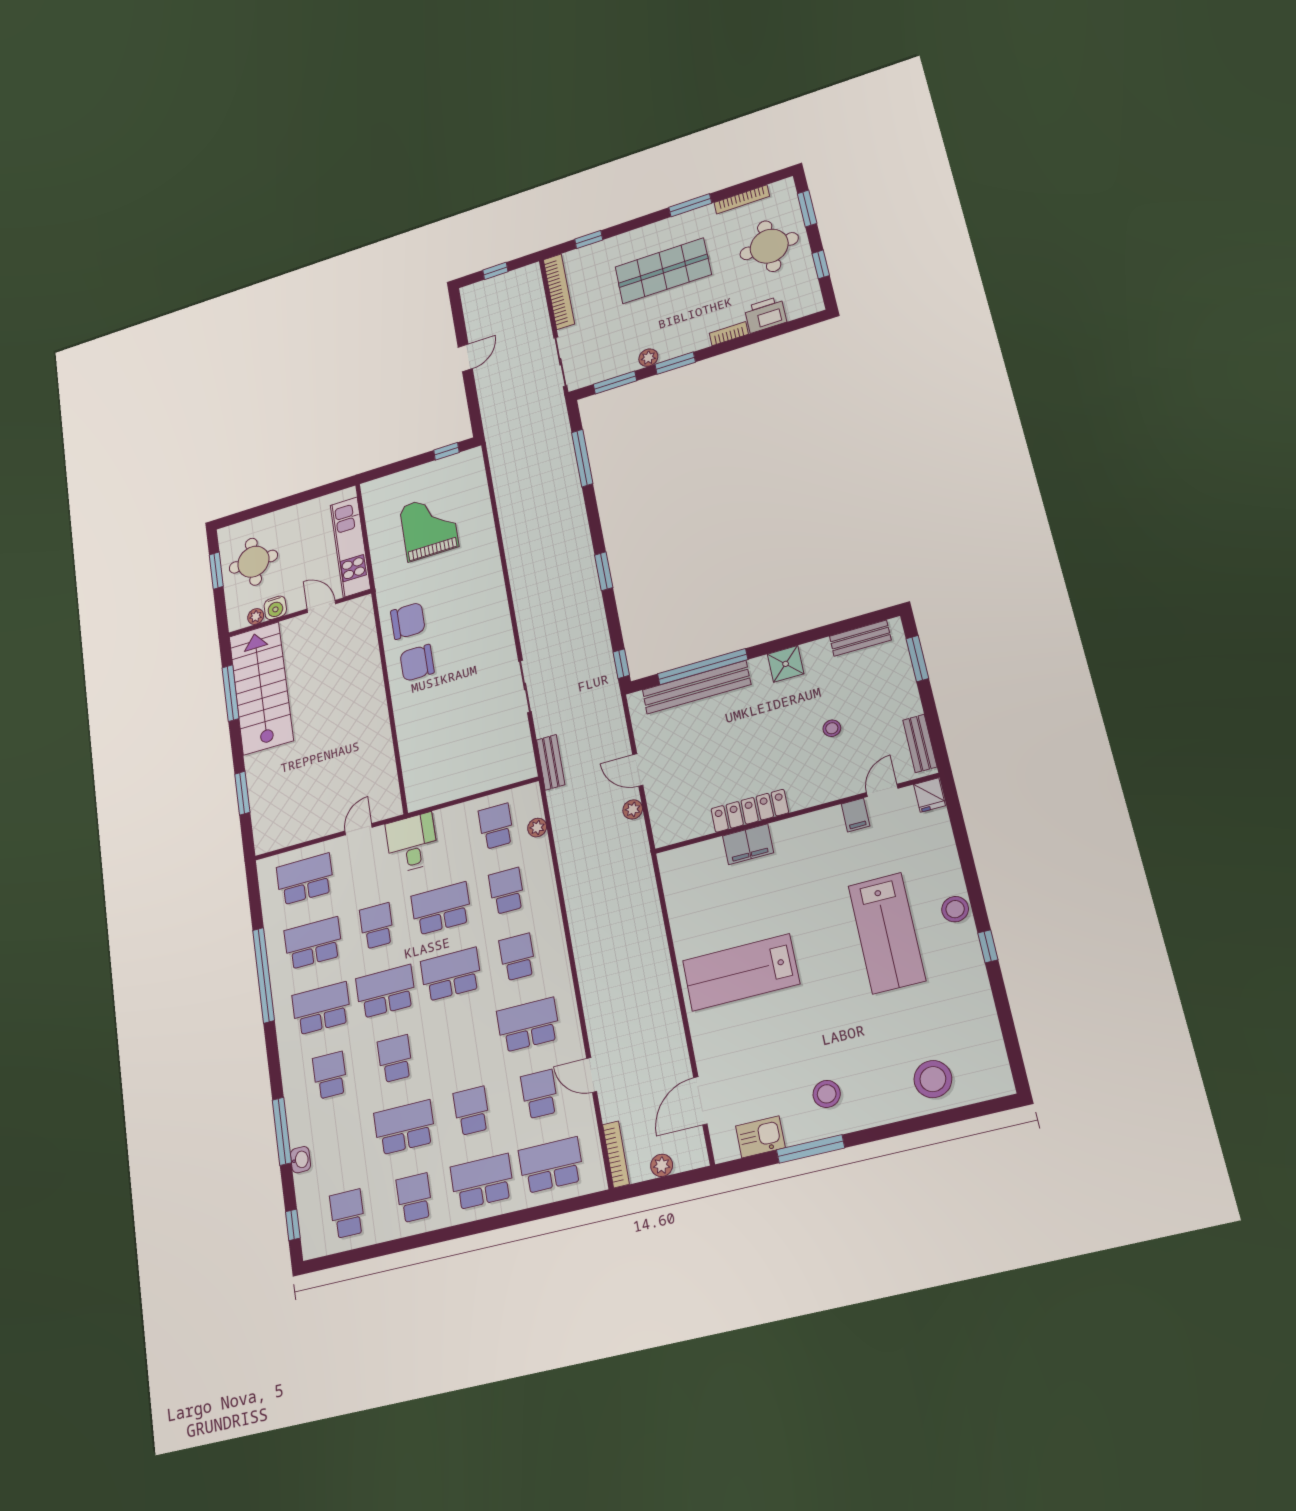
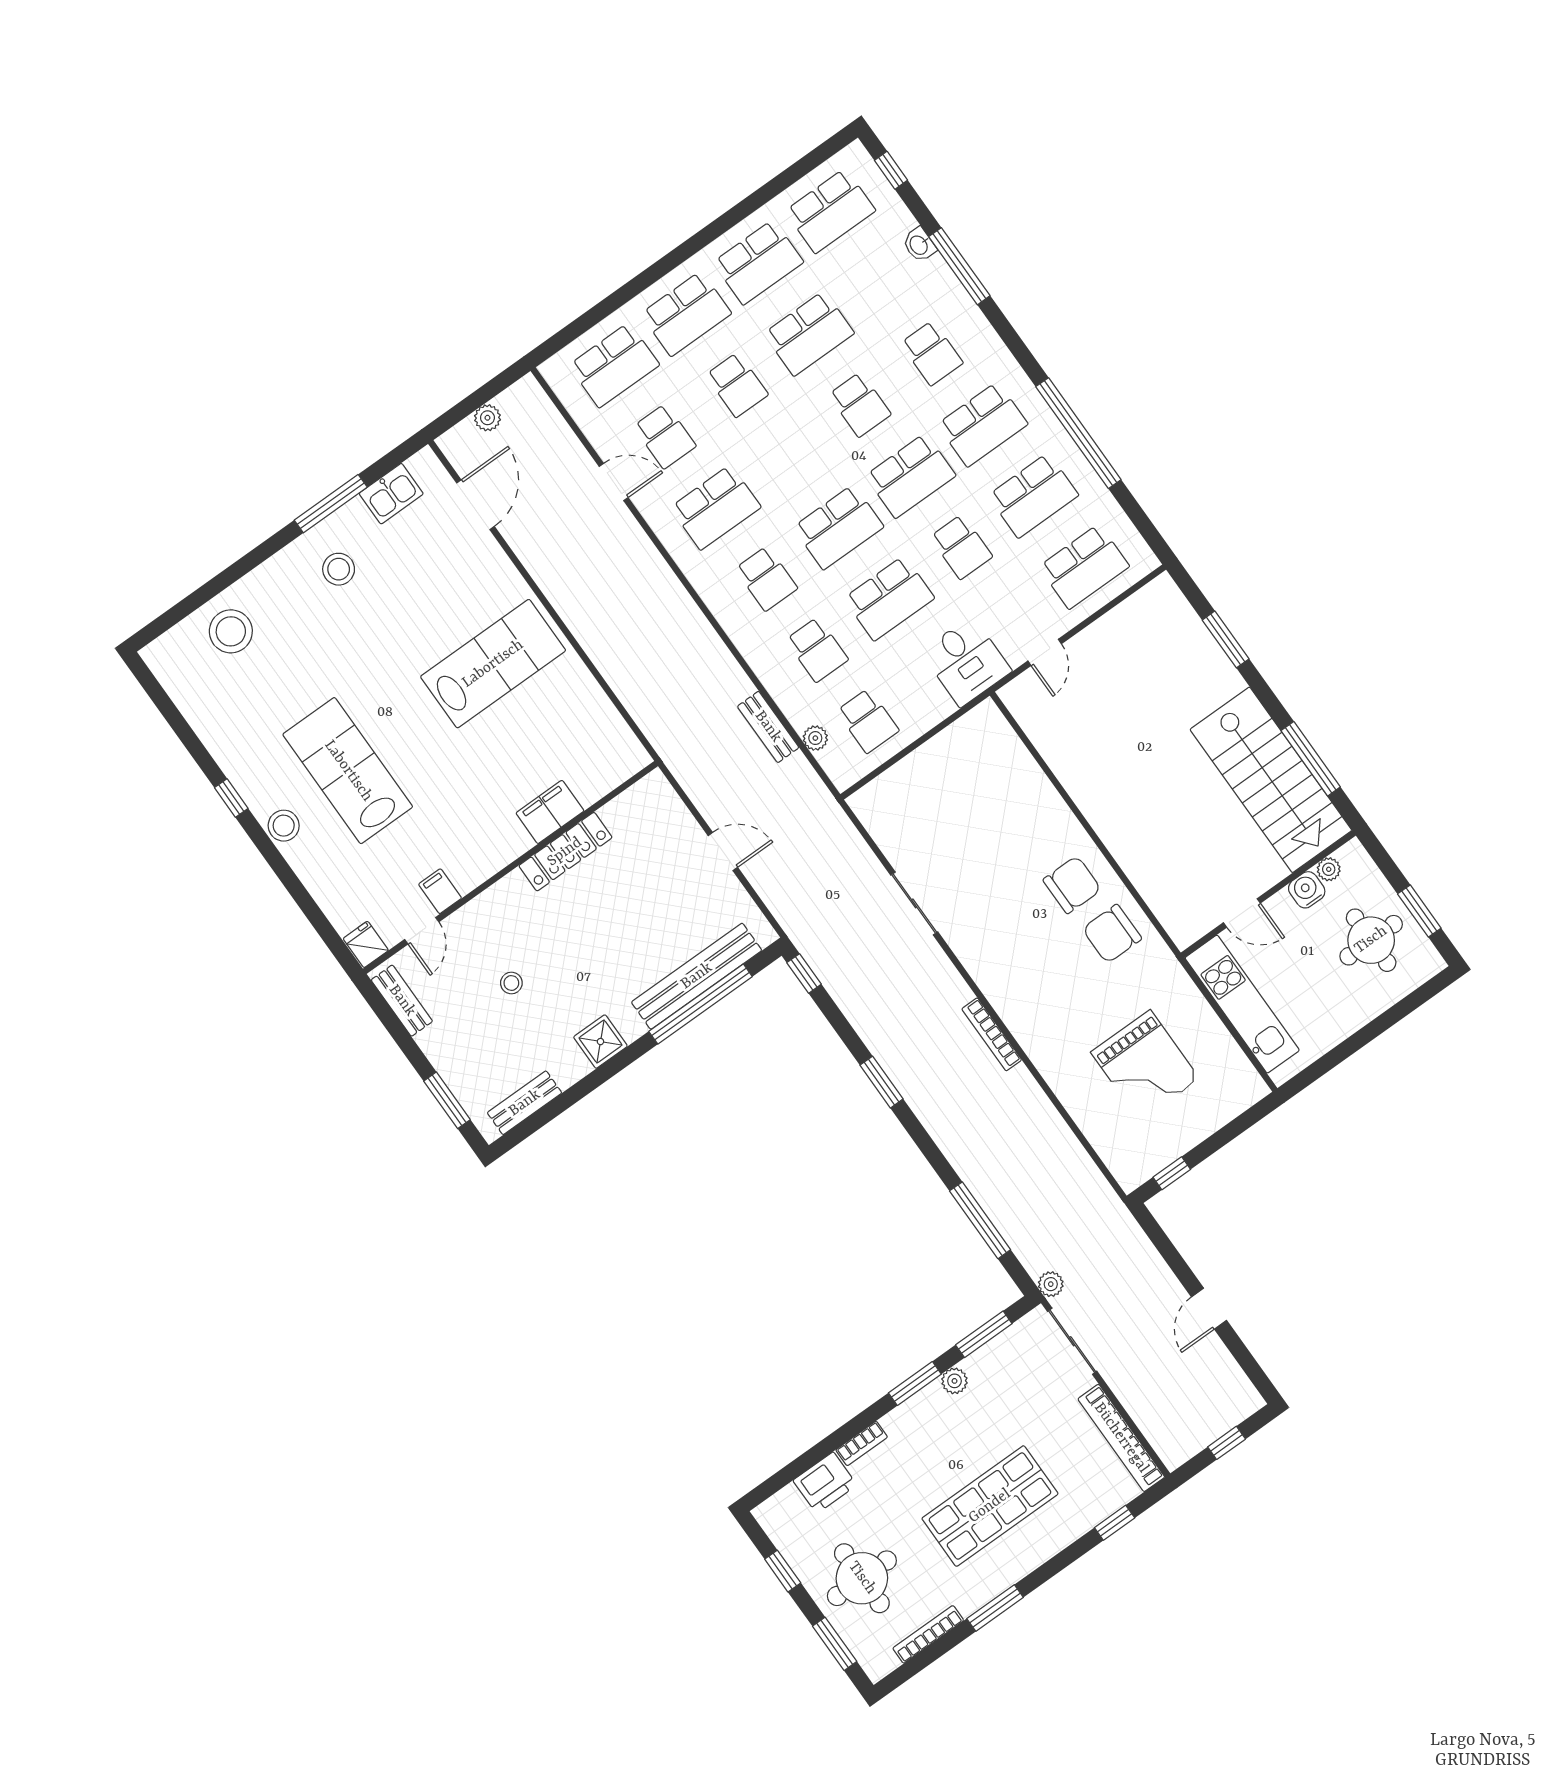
bench: (551, 762) -> (768, 727), moved
plant: (633, 809) -> (1051, 1284), moved
bookcase: (616, 1154) -> (992, 1034), moved
school desk: (414, 1198) -> (758, 262), width x1.85
school desk: (347, 1214) -> (830, 211), width x1.85

